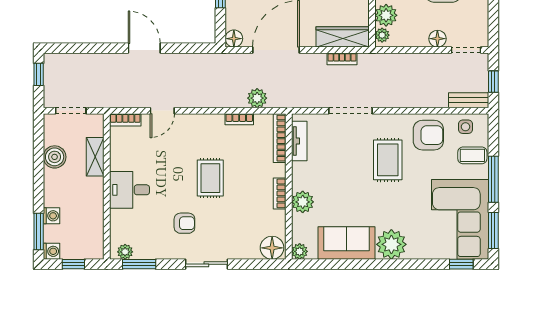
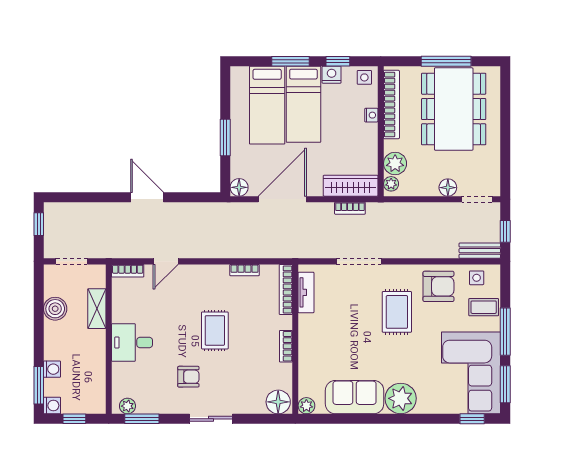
plant: (257, 98) -> (263, 248), removed
plant: (303, 202) -> (310, 355), removed

